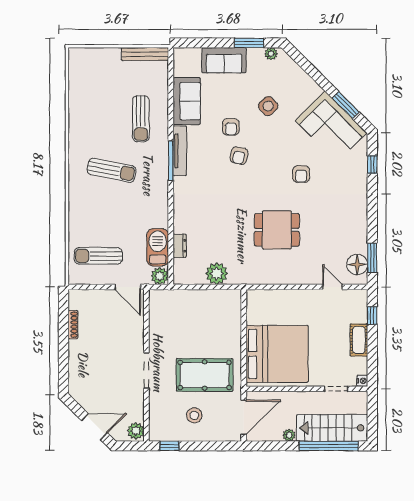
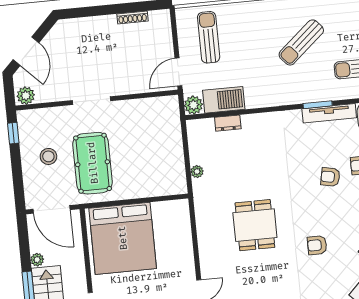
window: (171, 161) -> (318, 105), width x0.69
sun lounger: (111, 170) -> (301, 42), turned 38
plant: (217, 274) -> (197, 172), width x0.53, depth x0.53

